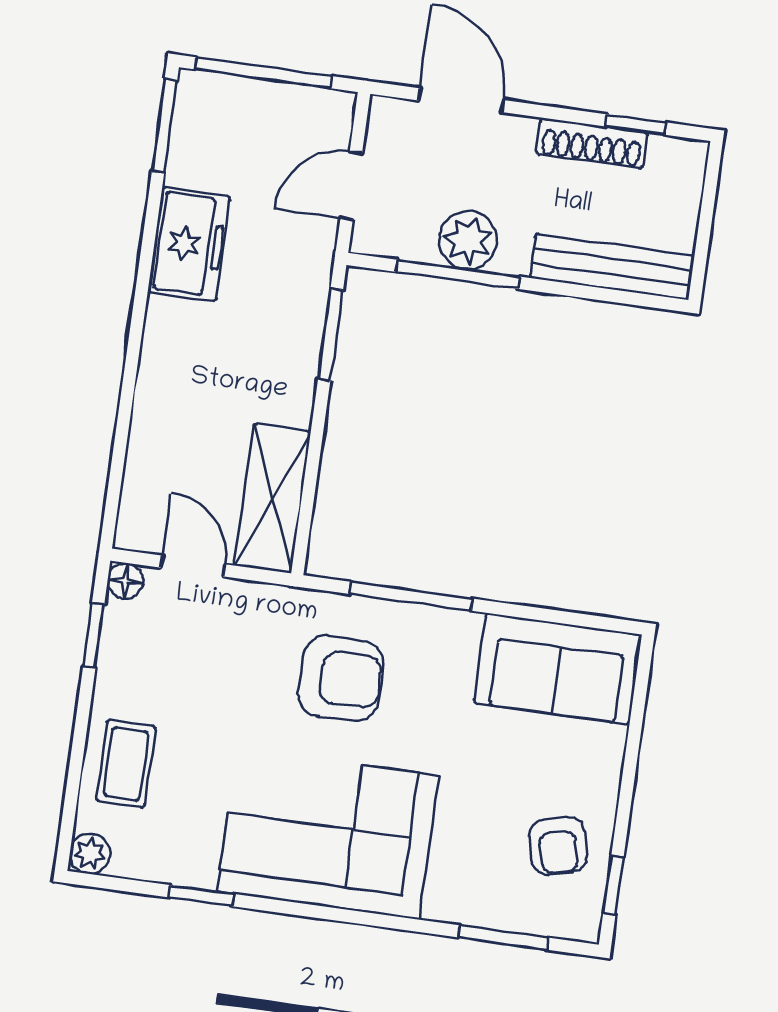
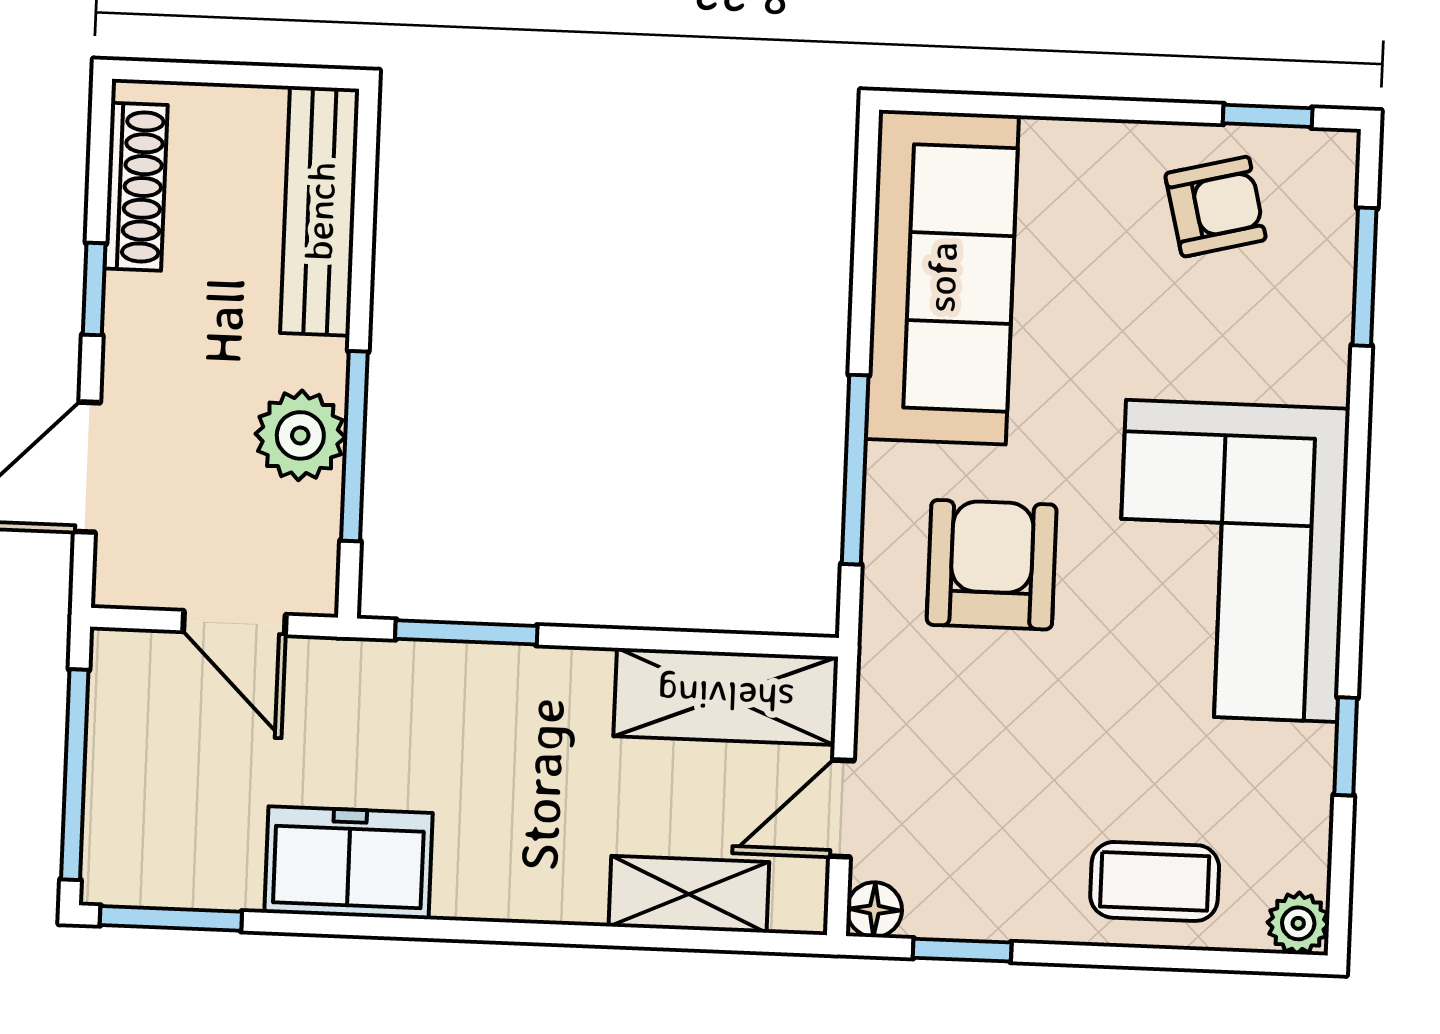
window: (635, 124) -> (94, 289), moved
shoe rack: (592, 143) -> (136, 187), moved
shelving: (147, 462) -> (689, 894), added
sofa: (558, 669) -> (942, 277), width x1.36

